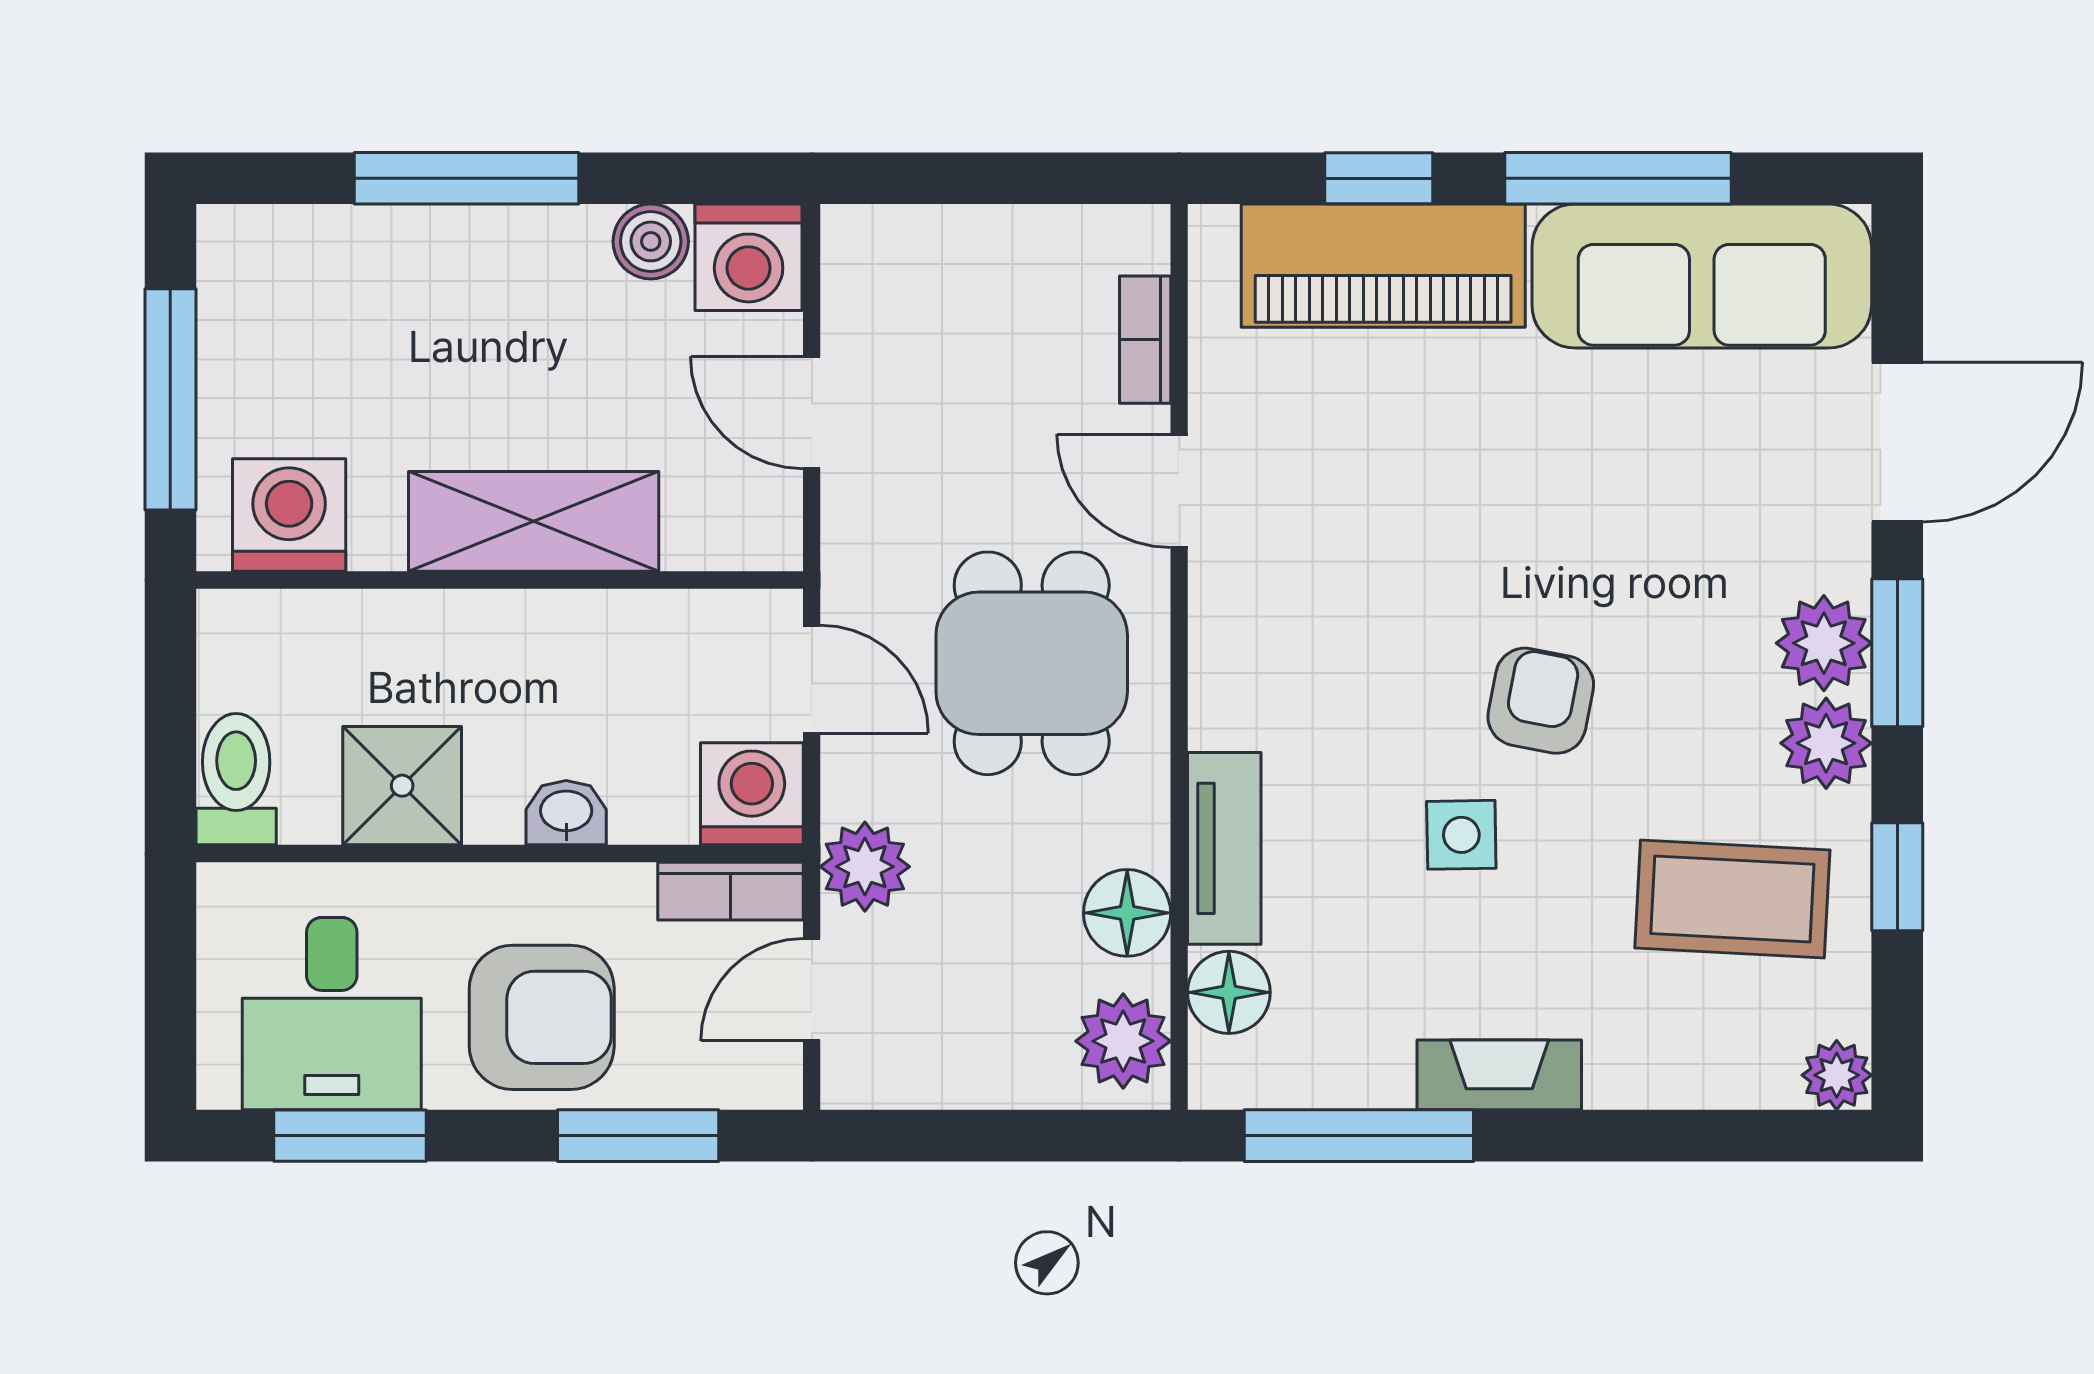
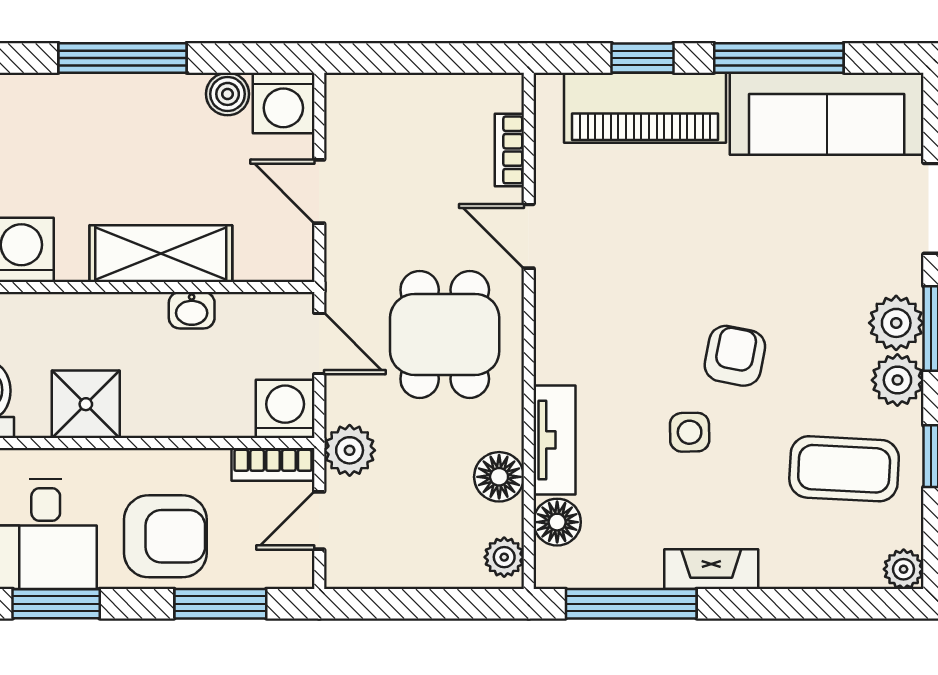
washbasin: (566, 813) -> (192, 310), moved, turned 180
plant: (1123, 1041) -> (504, 557), width x0.73, depth x0.73

